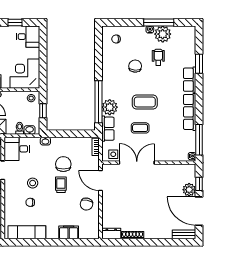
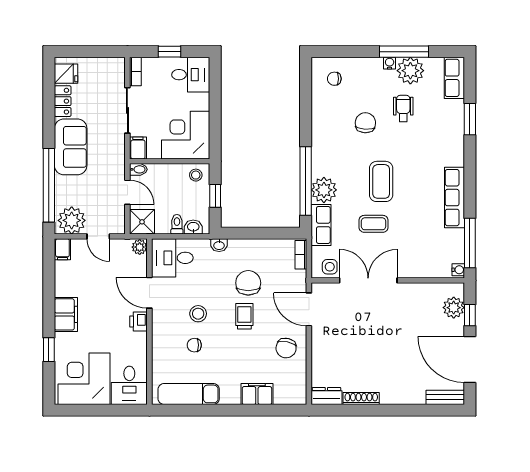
row of seats: (190, 80) -> (454, 78), moved
coffee table: (145, 102) -> (381, 181), turned 90
plant: (189, 190) -> (454, 308), moved

